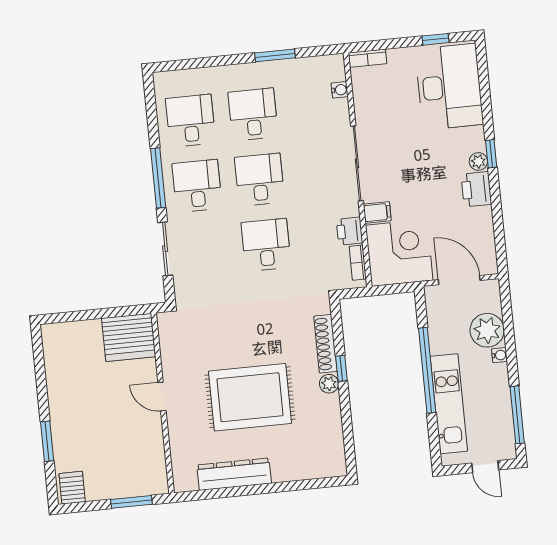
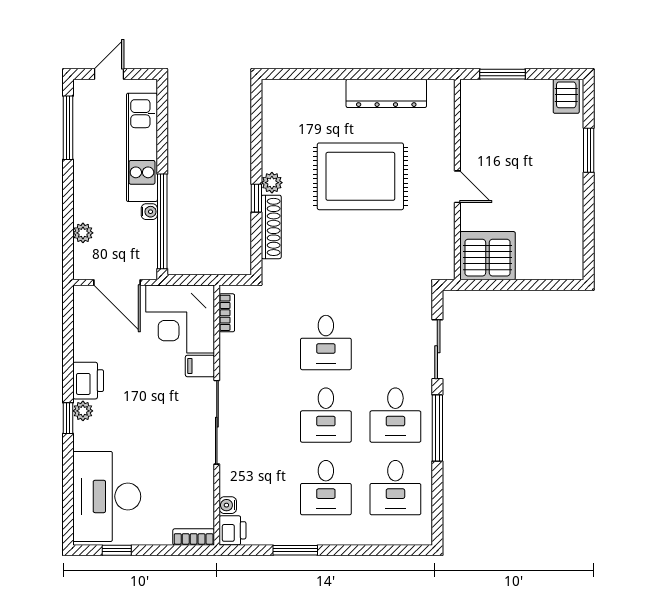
printer: (349, 231) -> (233, 530), moved
plant: (487, 330) -> (83, 233), width x0.53, depth x0.53
water cooler: (499, 355) -> (149, 212), moved, turned 180
window: (427, 370) -> (162, 221), moved
door: (485, 467) -> (109, 74), hinge flipped

